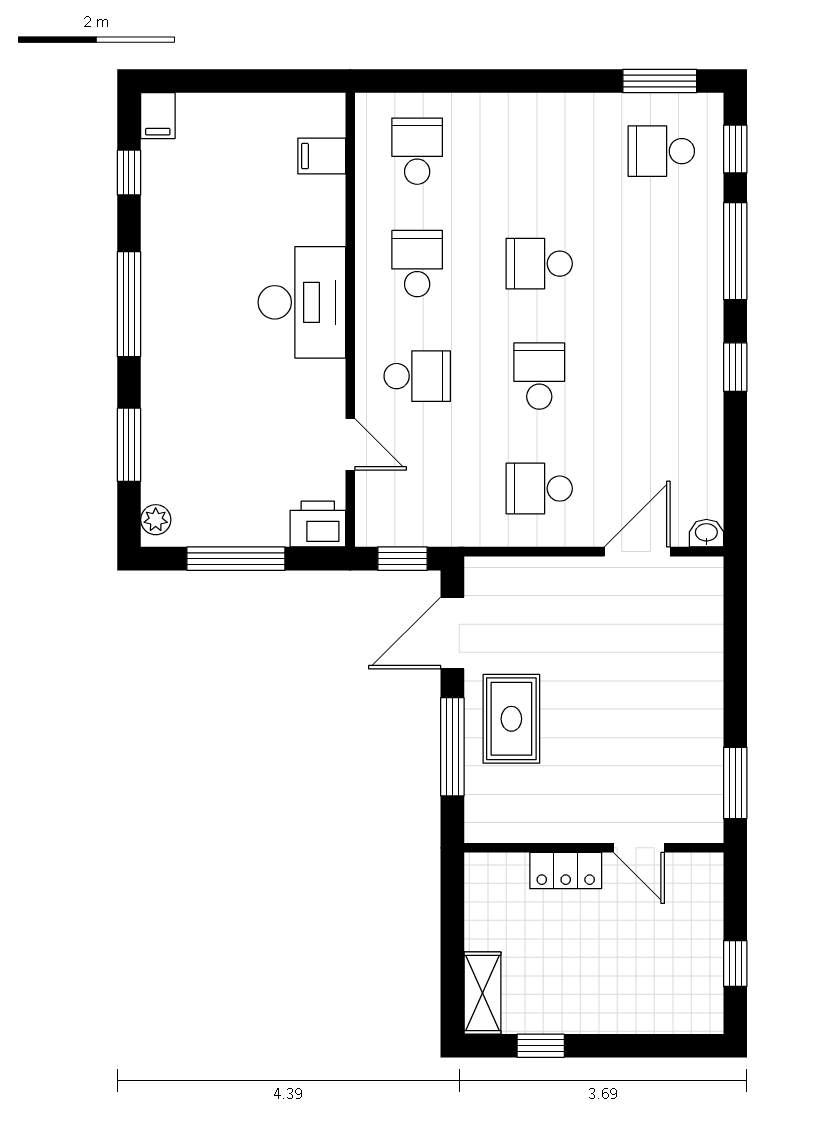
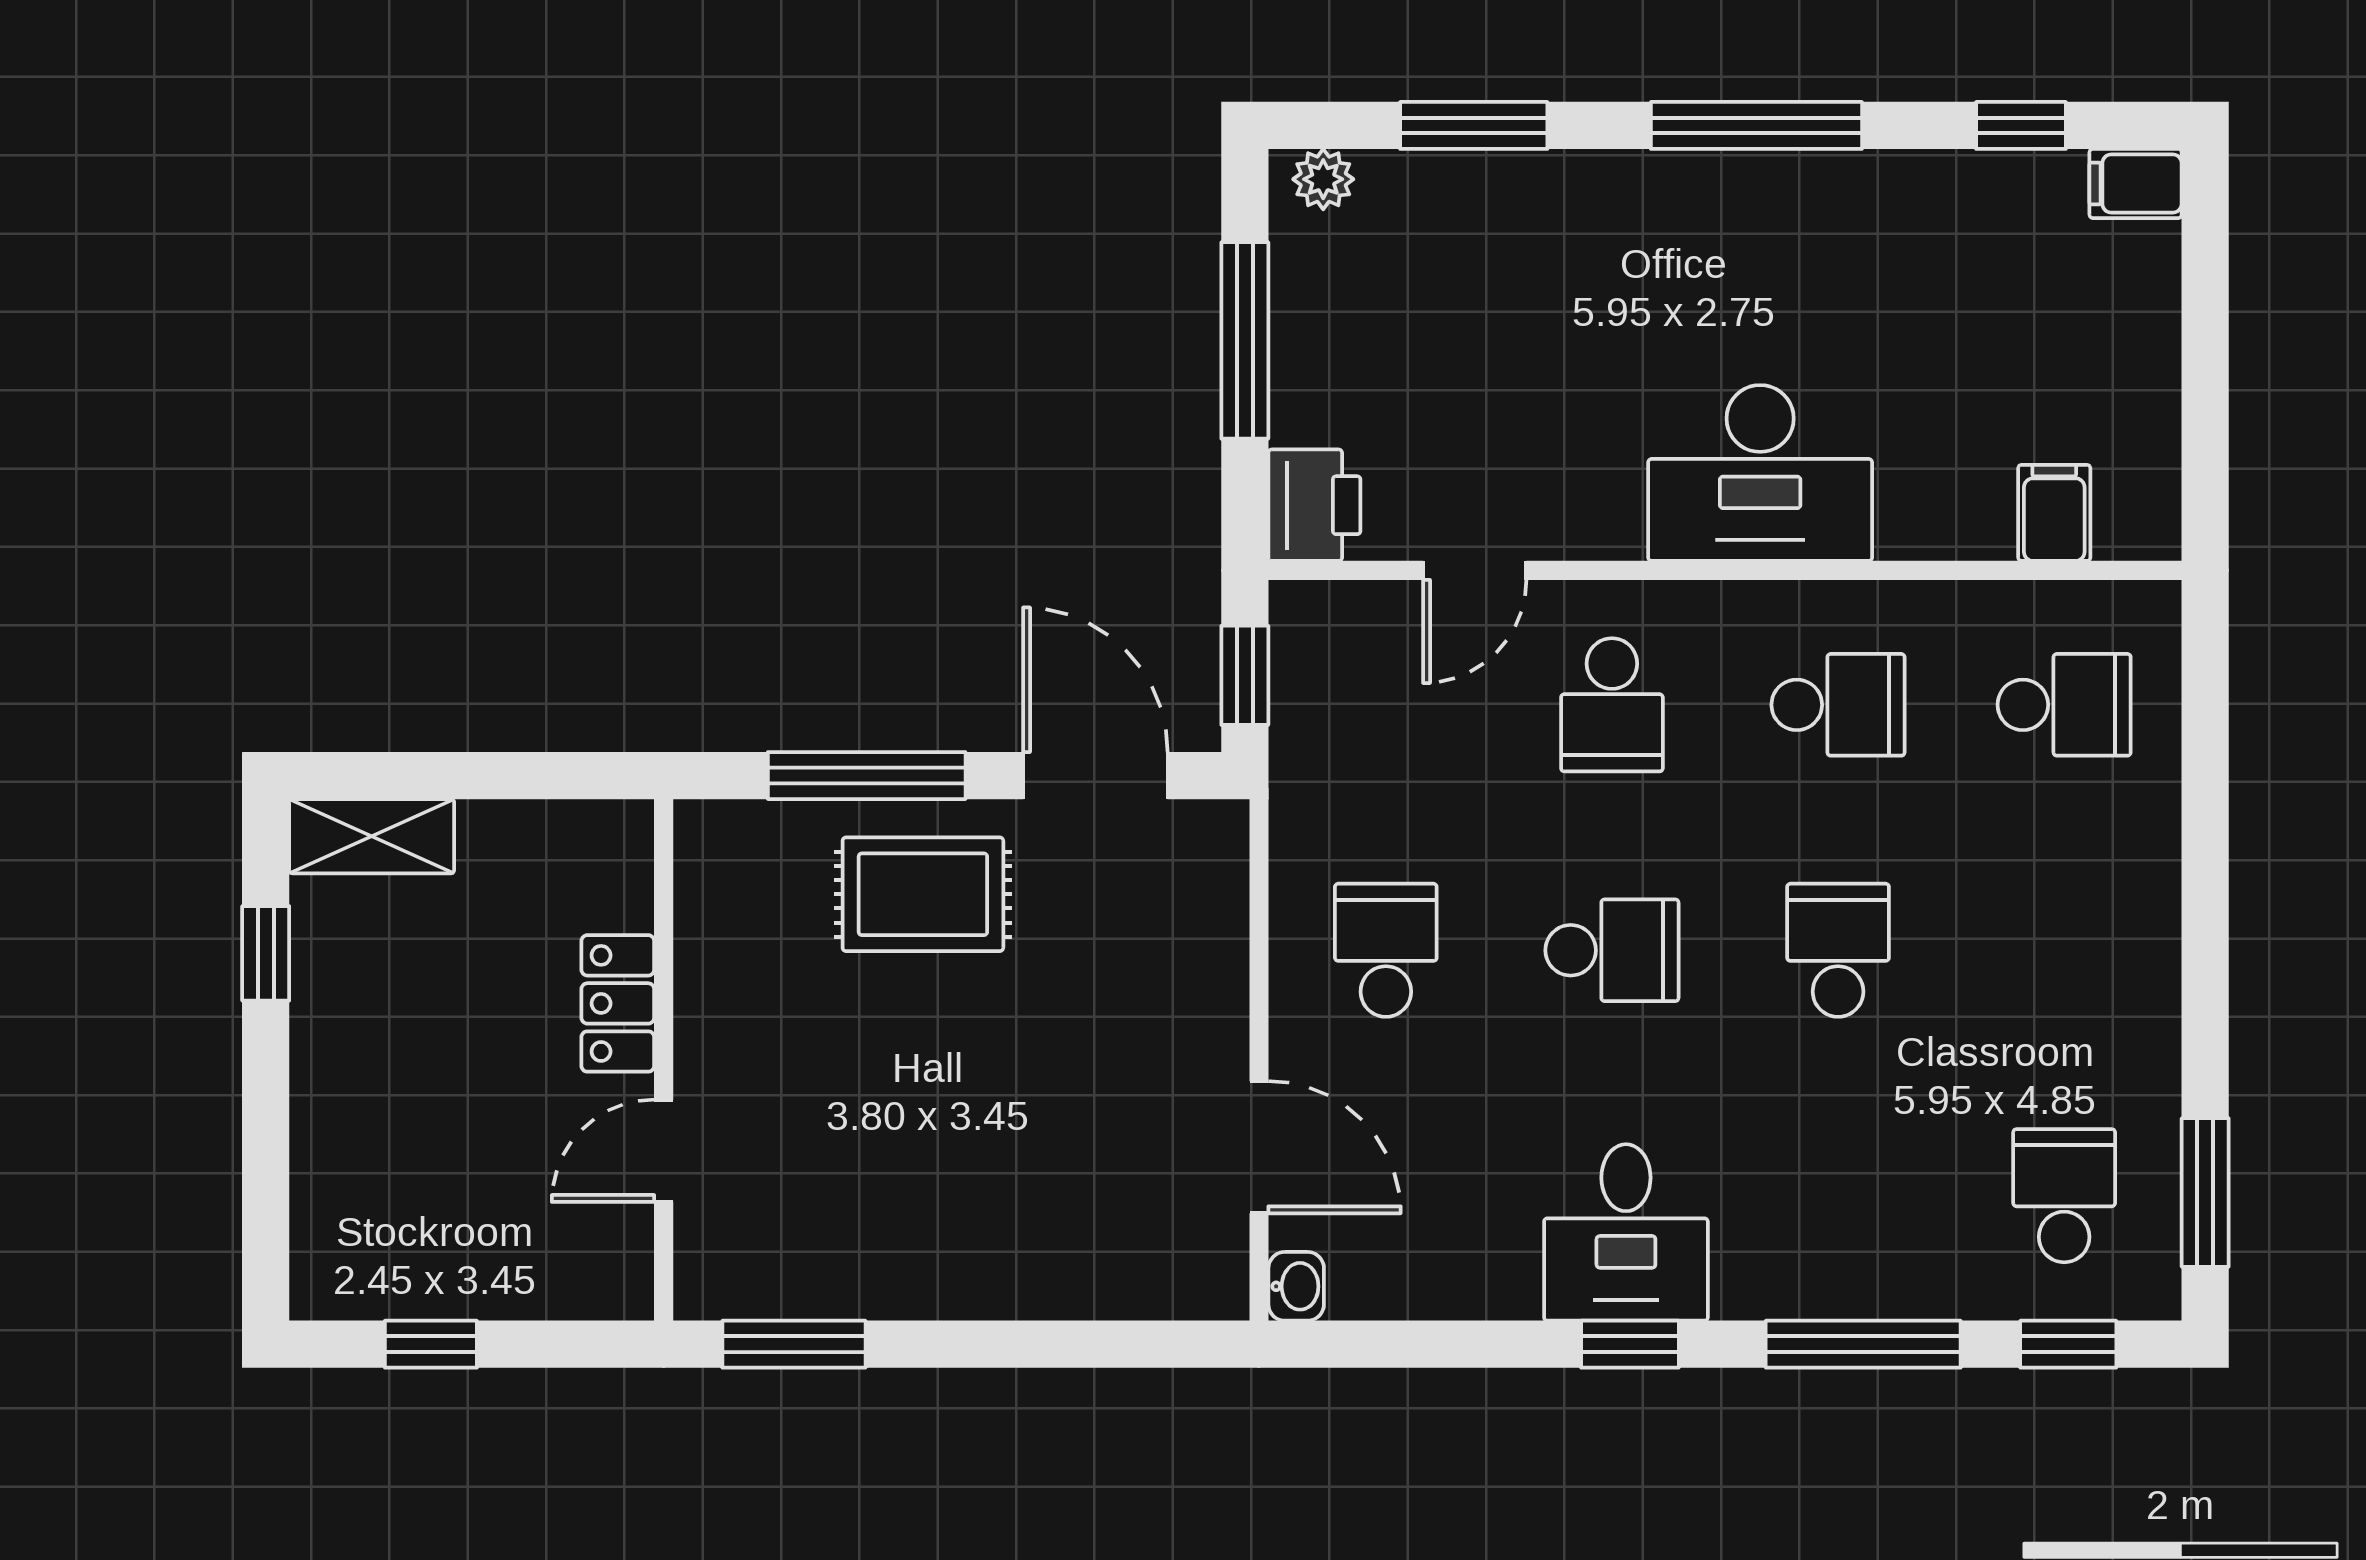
desk: (680, 369) -> (1626, 1232), added

